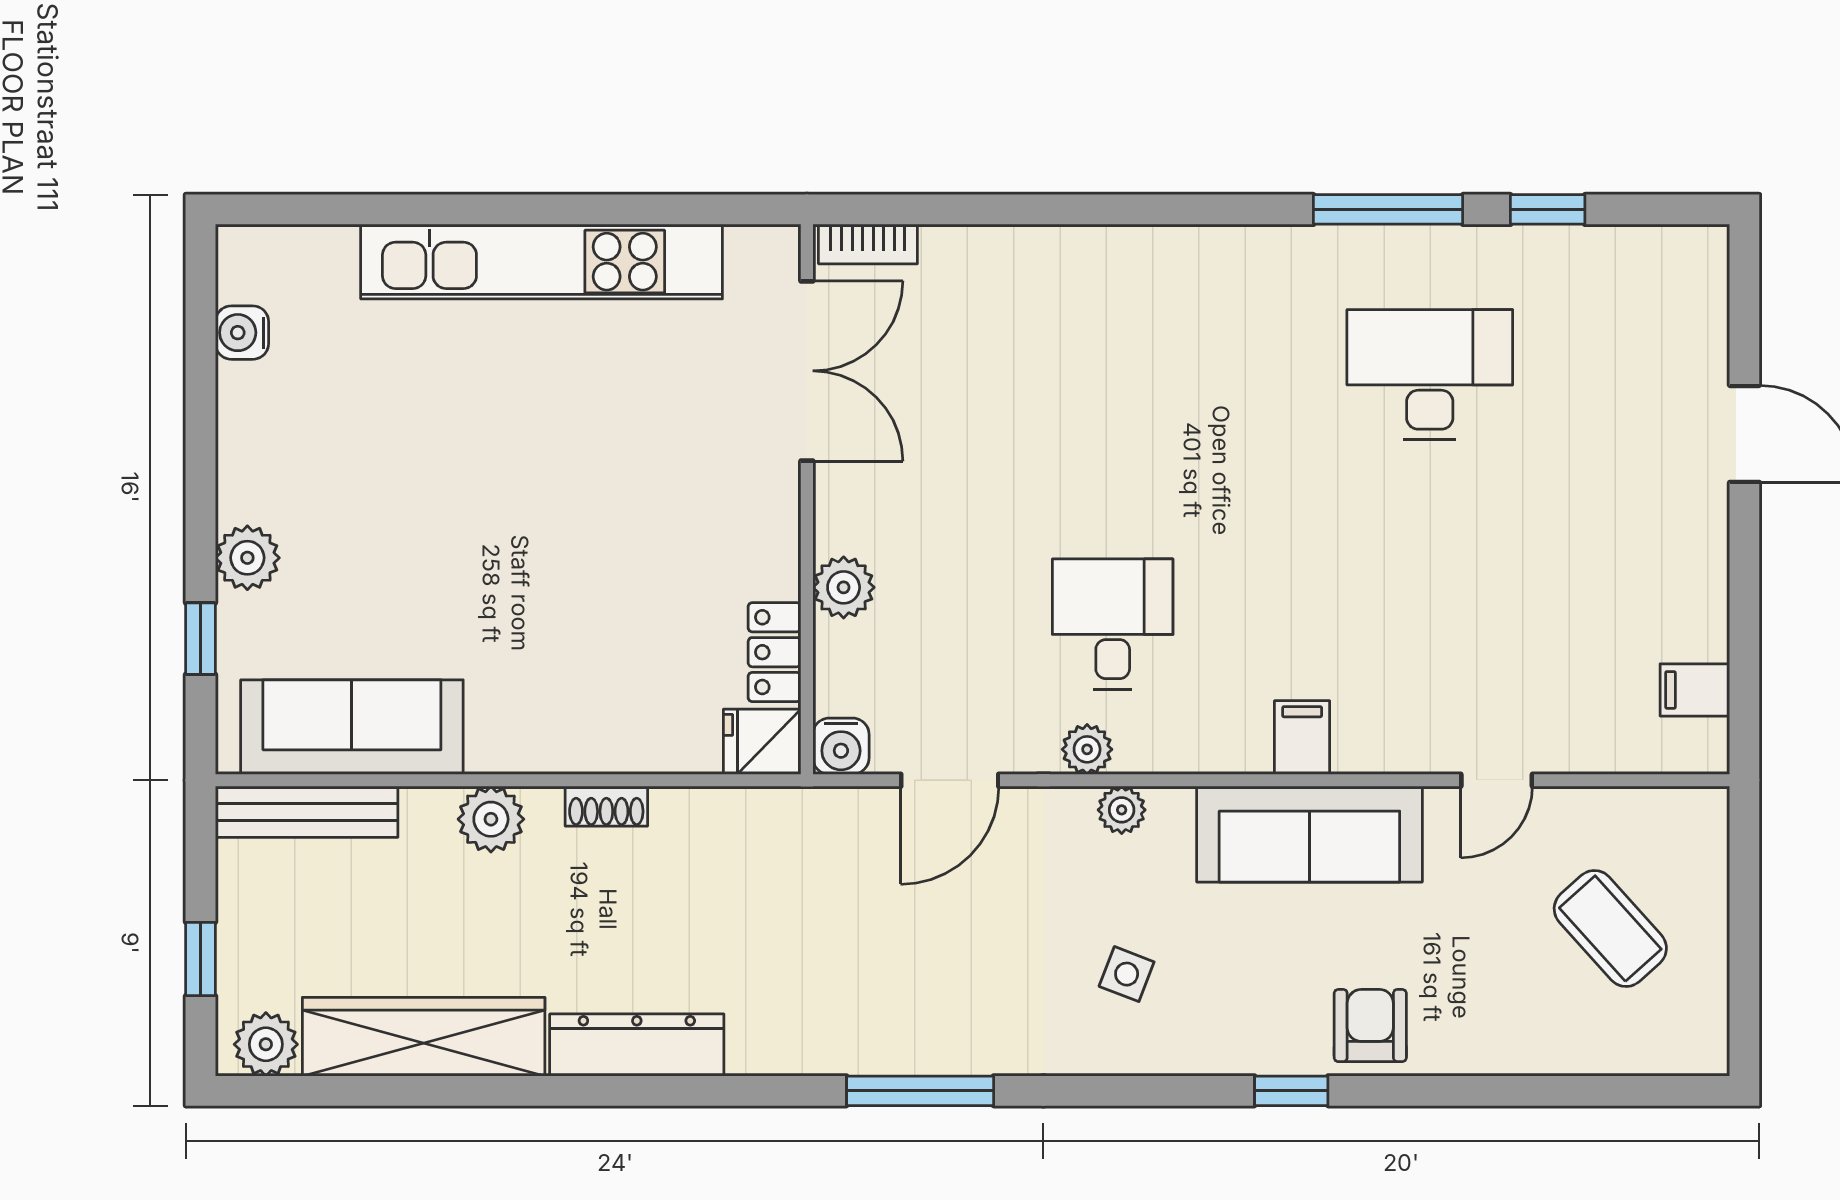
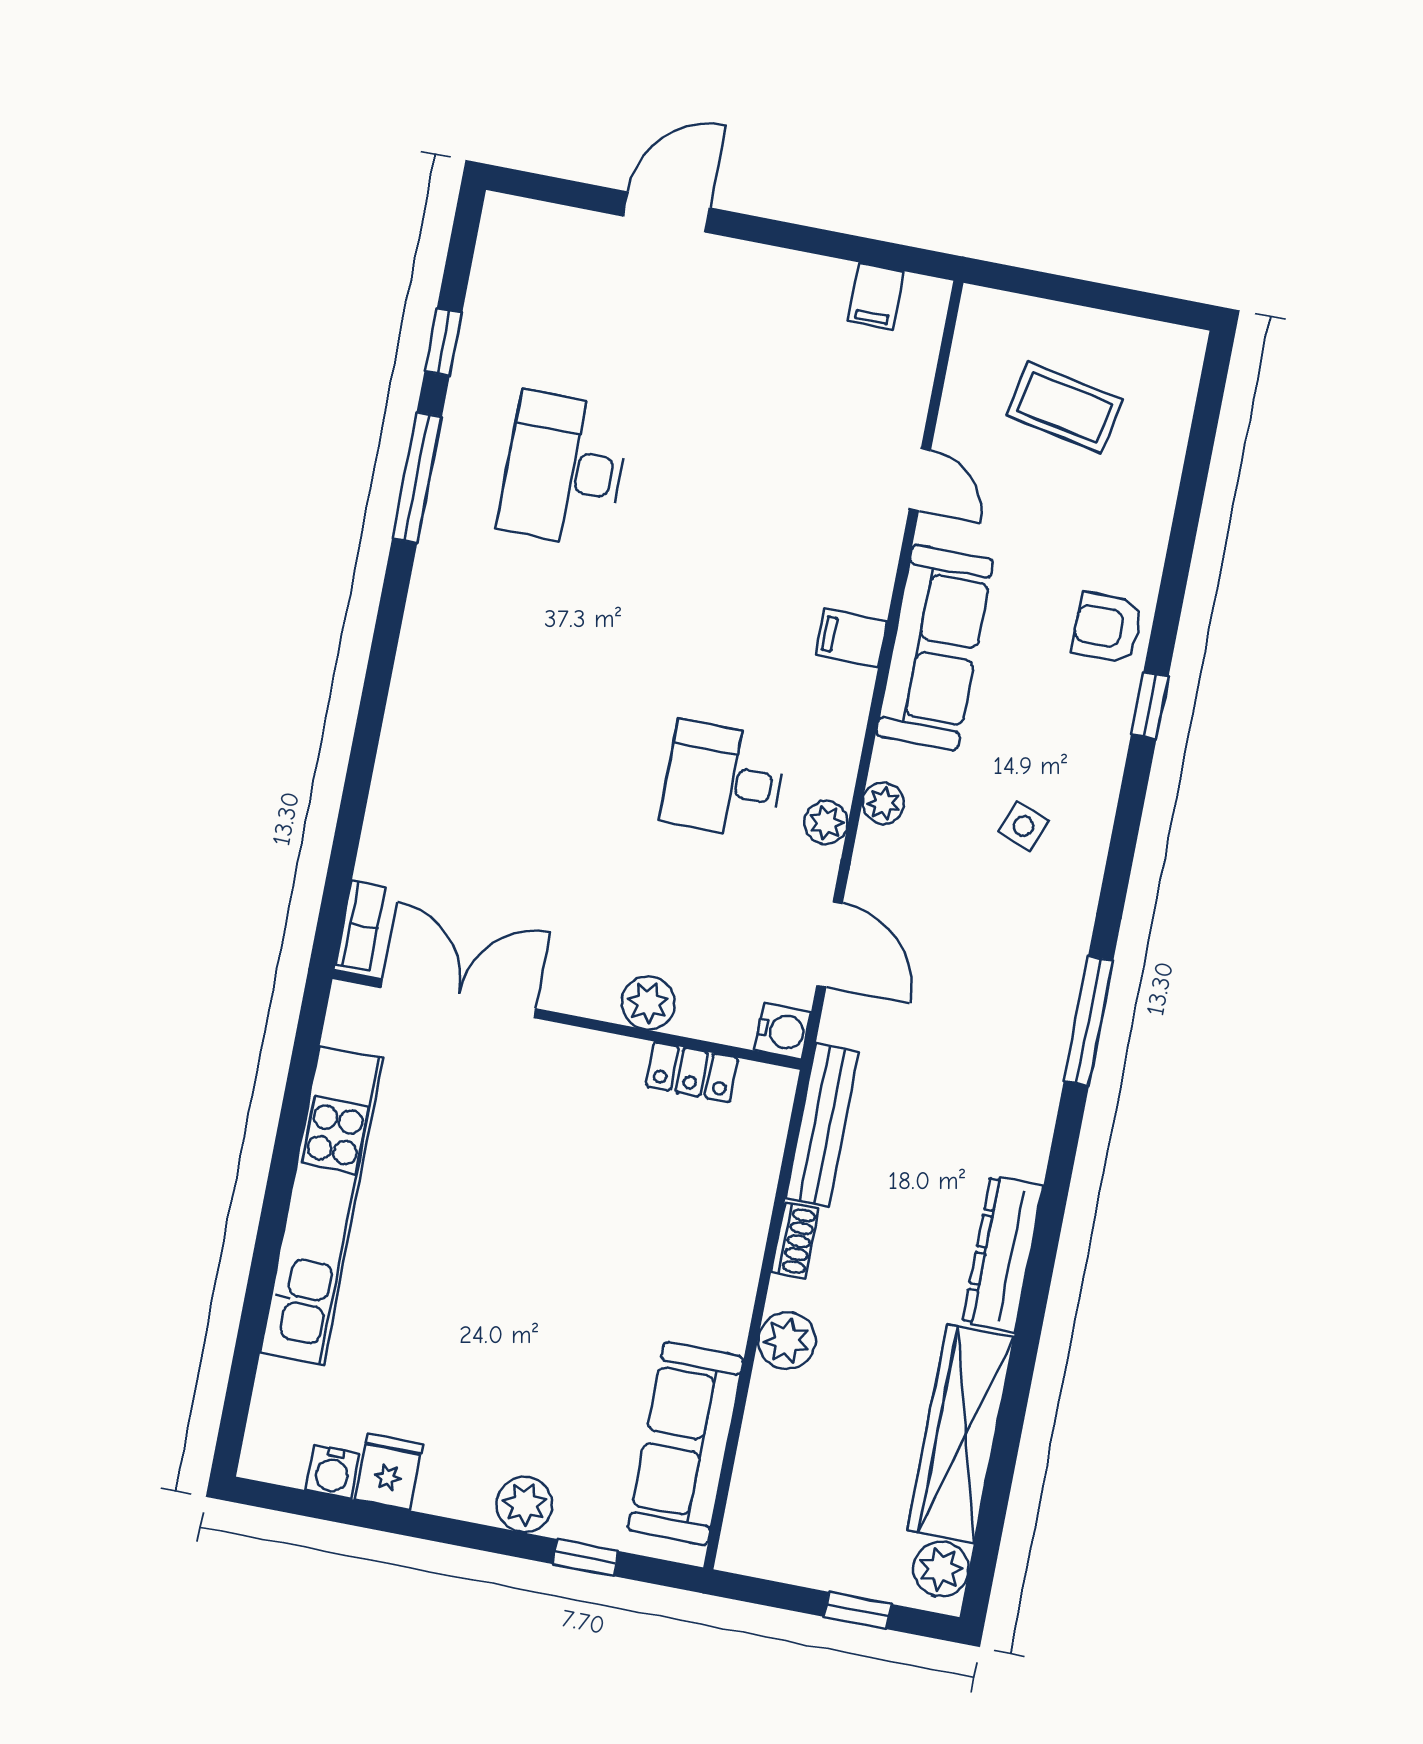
fridge: (762, 742) -> (389, 1472), moved, turned 180
bench: (307, 812) -> (822, 1125), moved
coffee table: (1610, 929) -> (1065, 408), turned 53

